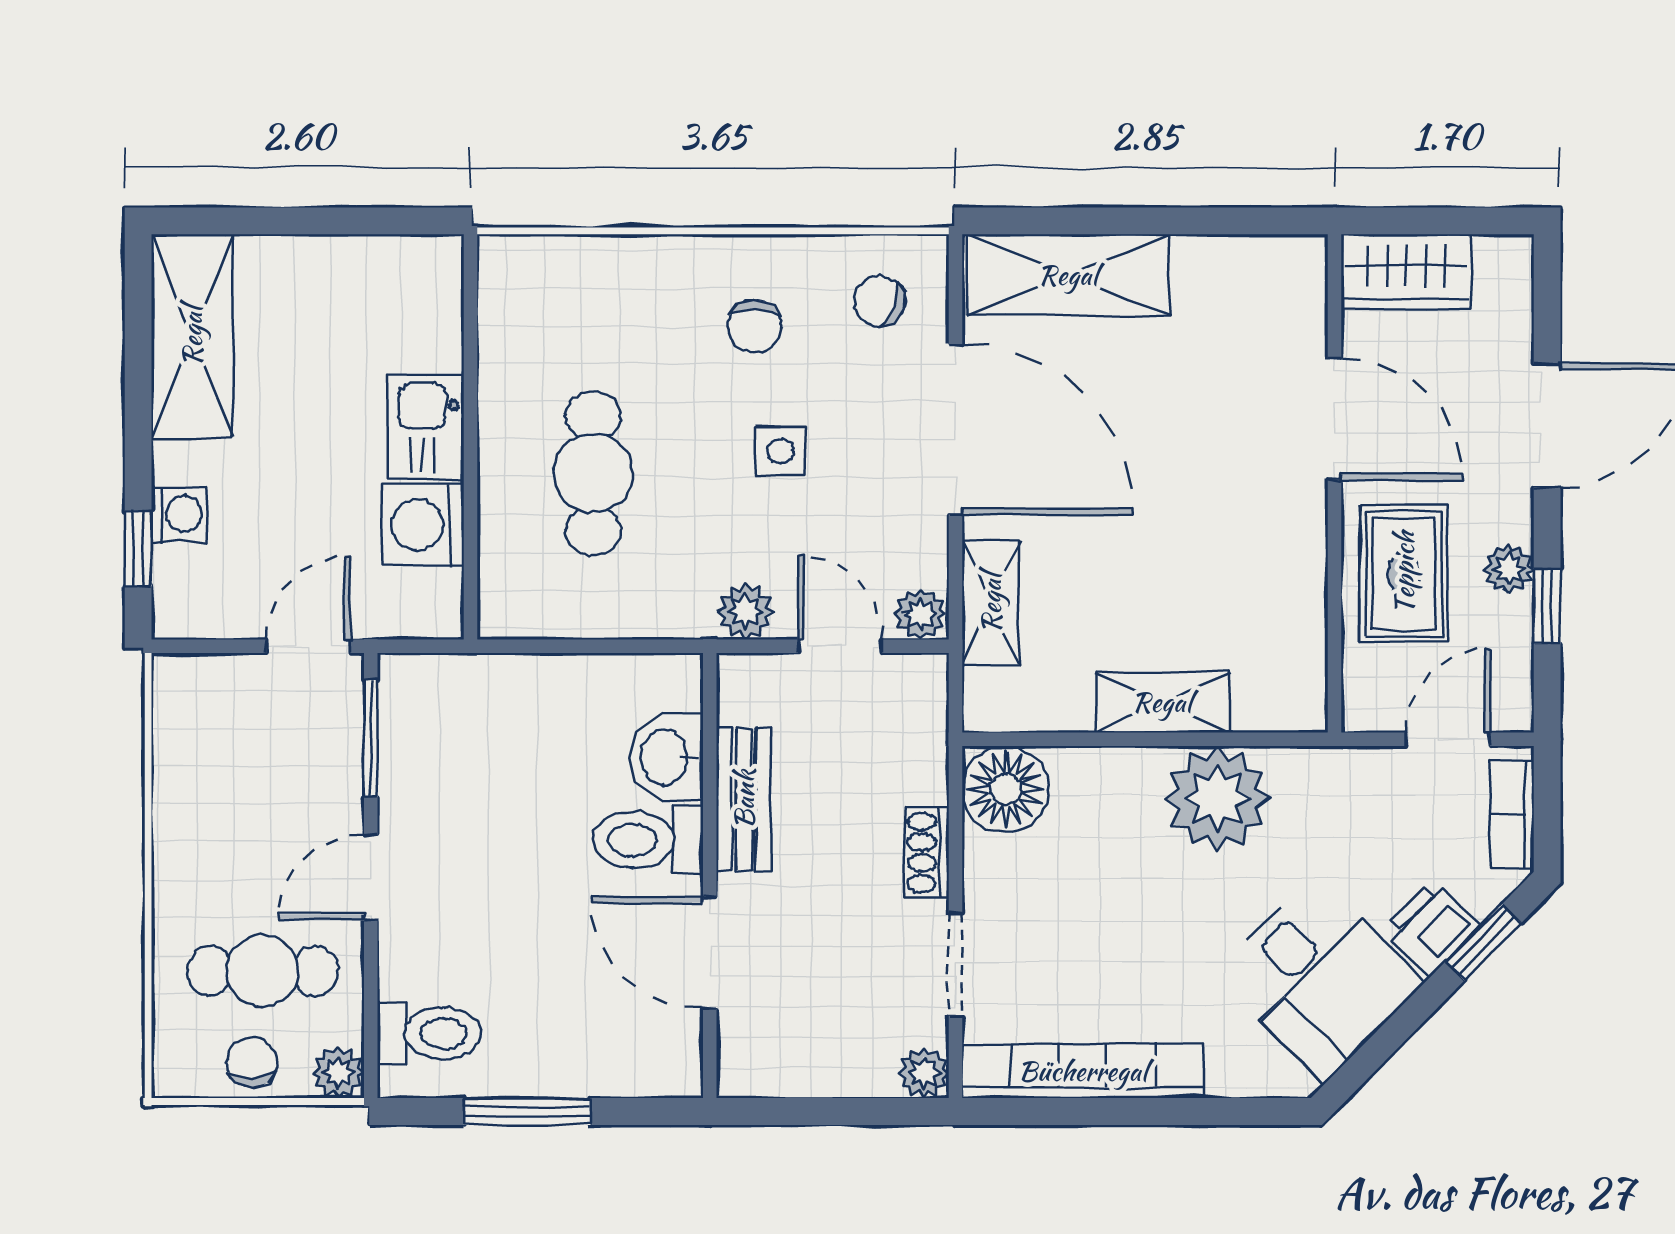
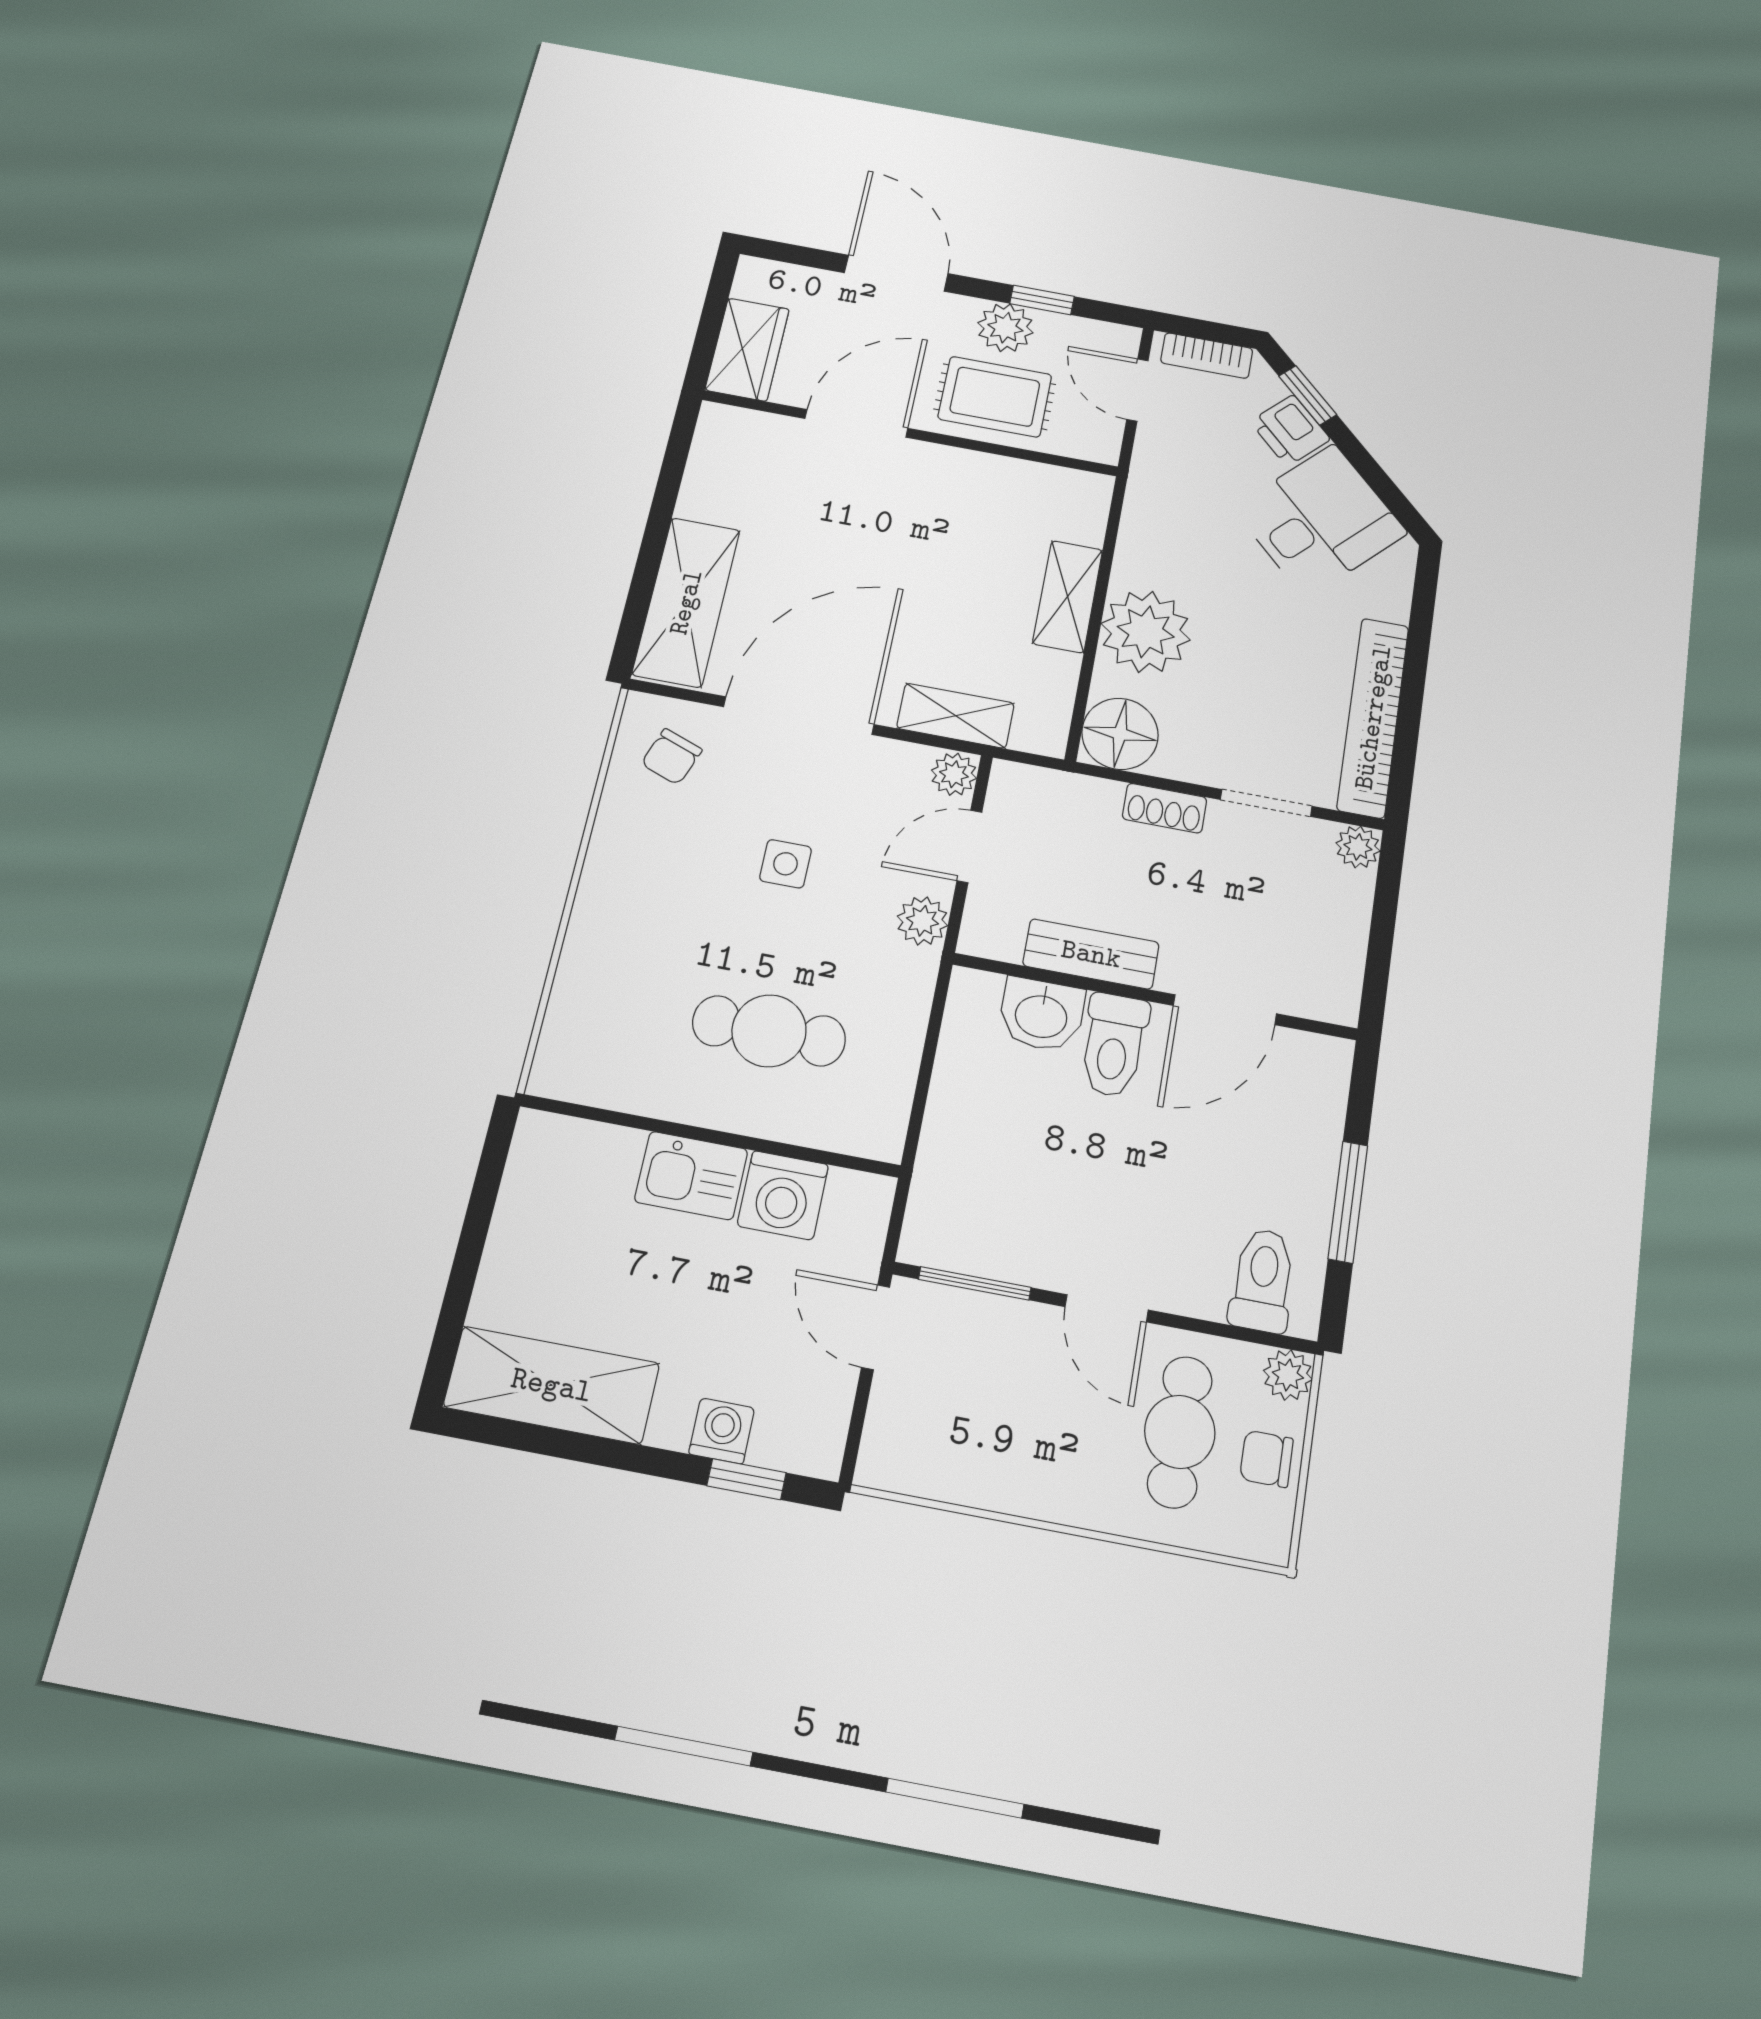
chair: (755, 326) -> (668, 865), removed
plant: (1509, 569) -> (1005, 328), width x1.38, depth x1.38
plant: (1217, 798) -> (1146, 632), moved

